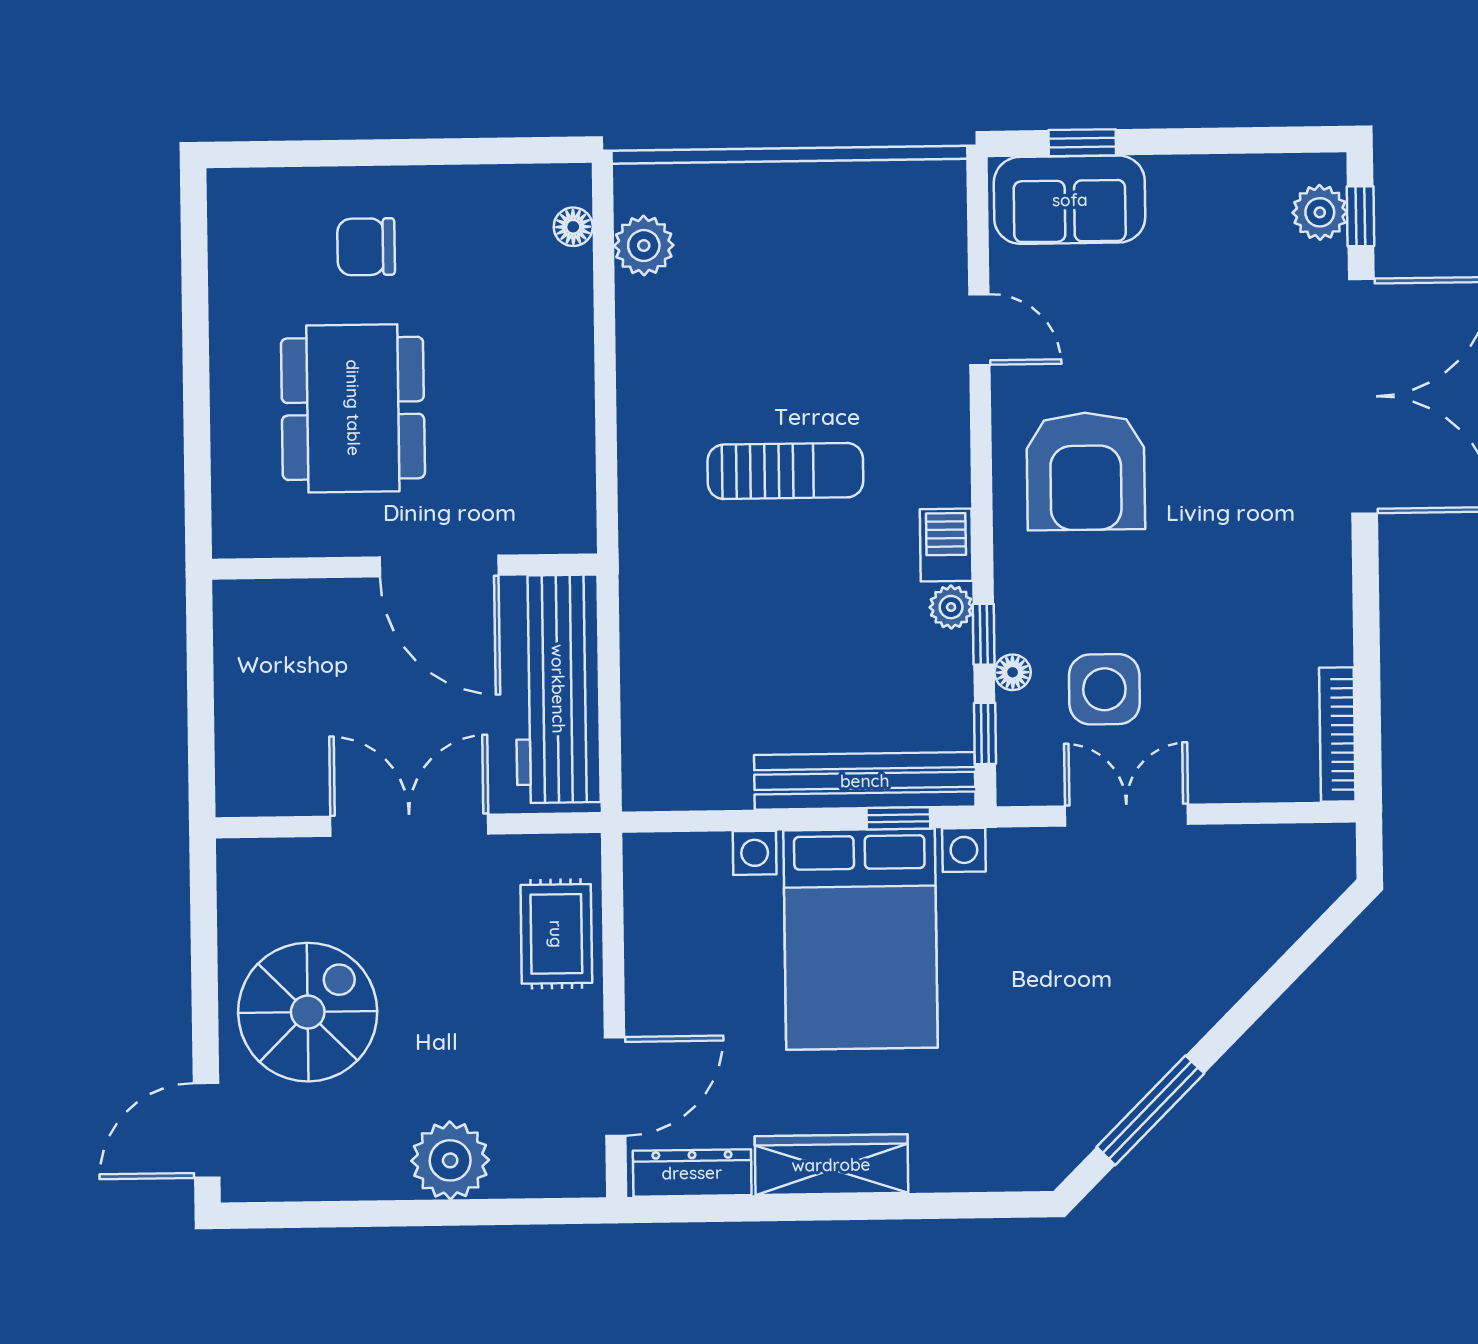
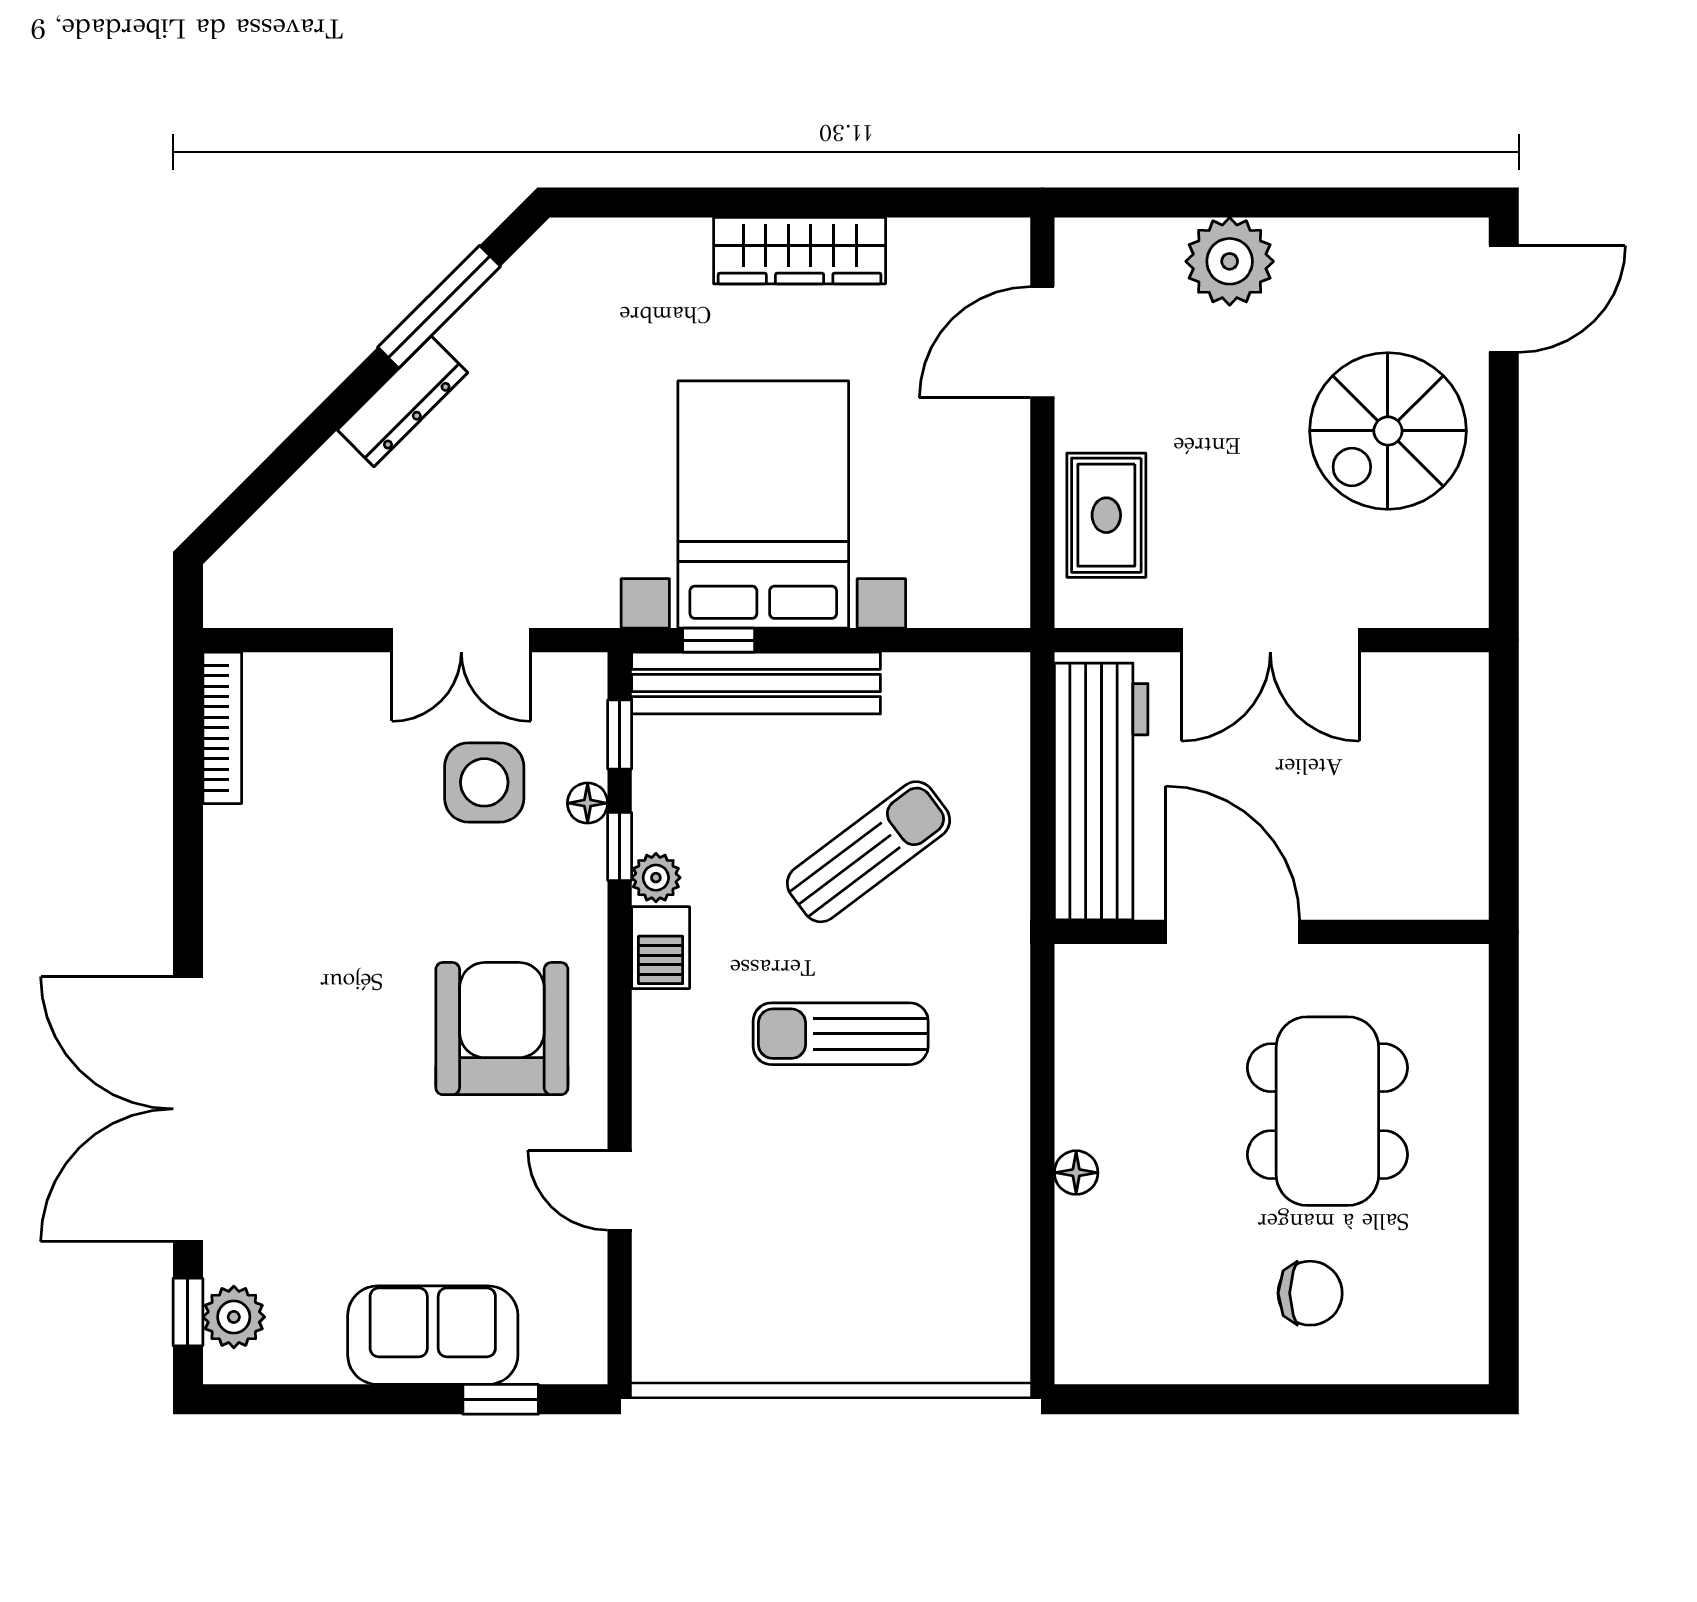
sofa: (1070, 200) -> (433, 1335), moved
floor lamp: (573, 227) -> (1076, 1173), moved
plant: (644, 245) -> (997, 1290), removed
sun lounger: (763, 633) -> (869, 852), added
dresser: (692, 1173) -> (402, 401), moved, turned -45

